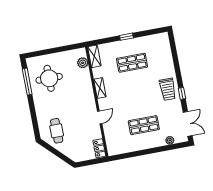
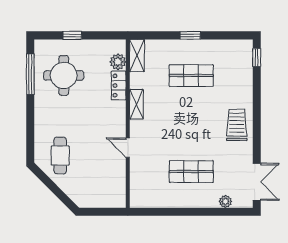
window: (50, 51) -> (72, 35), added
trolley: (168, 89) -> (237, 125), turned 180
window: (182, 93) -> (257, 58), moved
door: (100, 117) -> (128, 148), swing flipped
locker: (99, 148) -> (119, 86), moved

